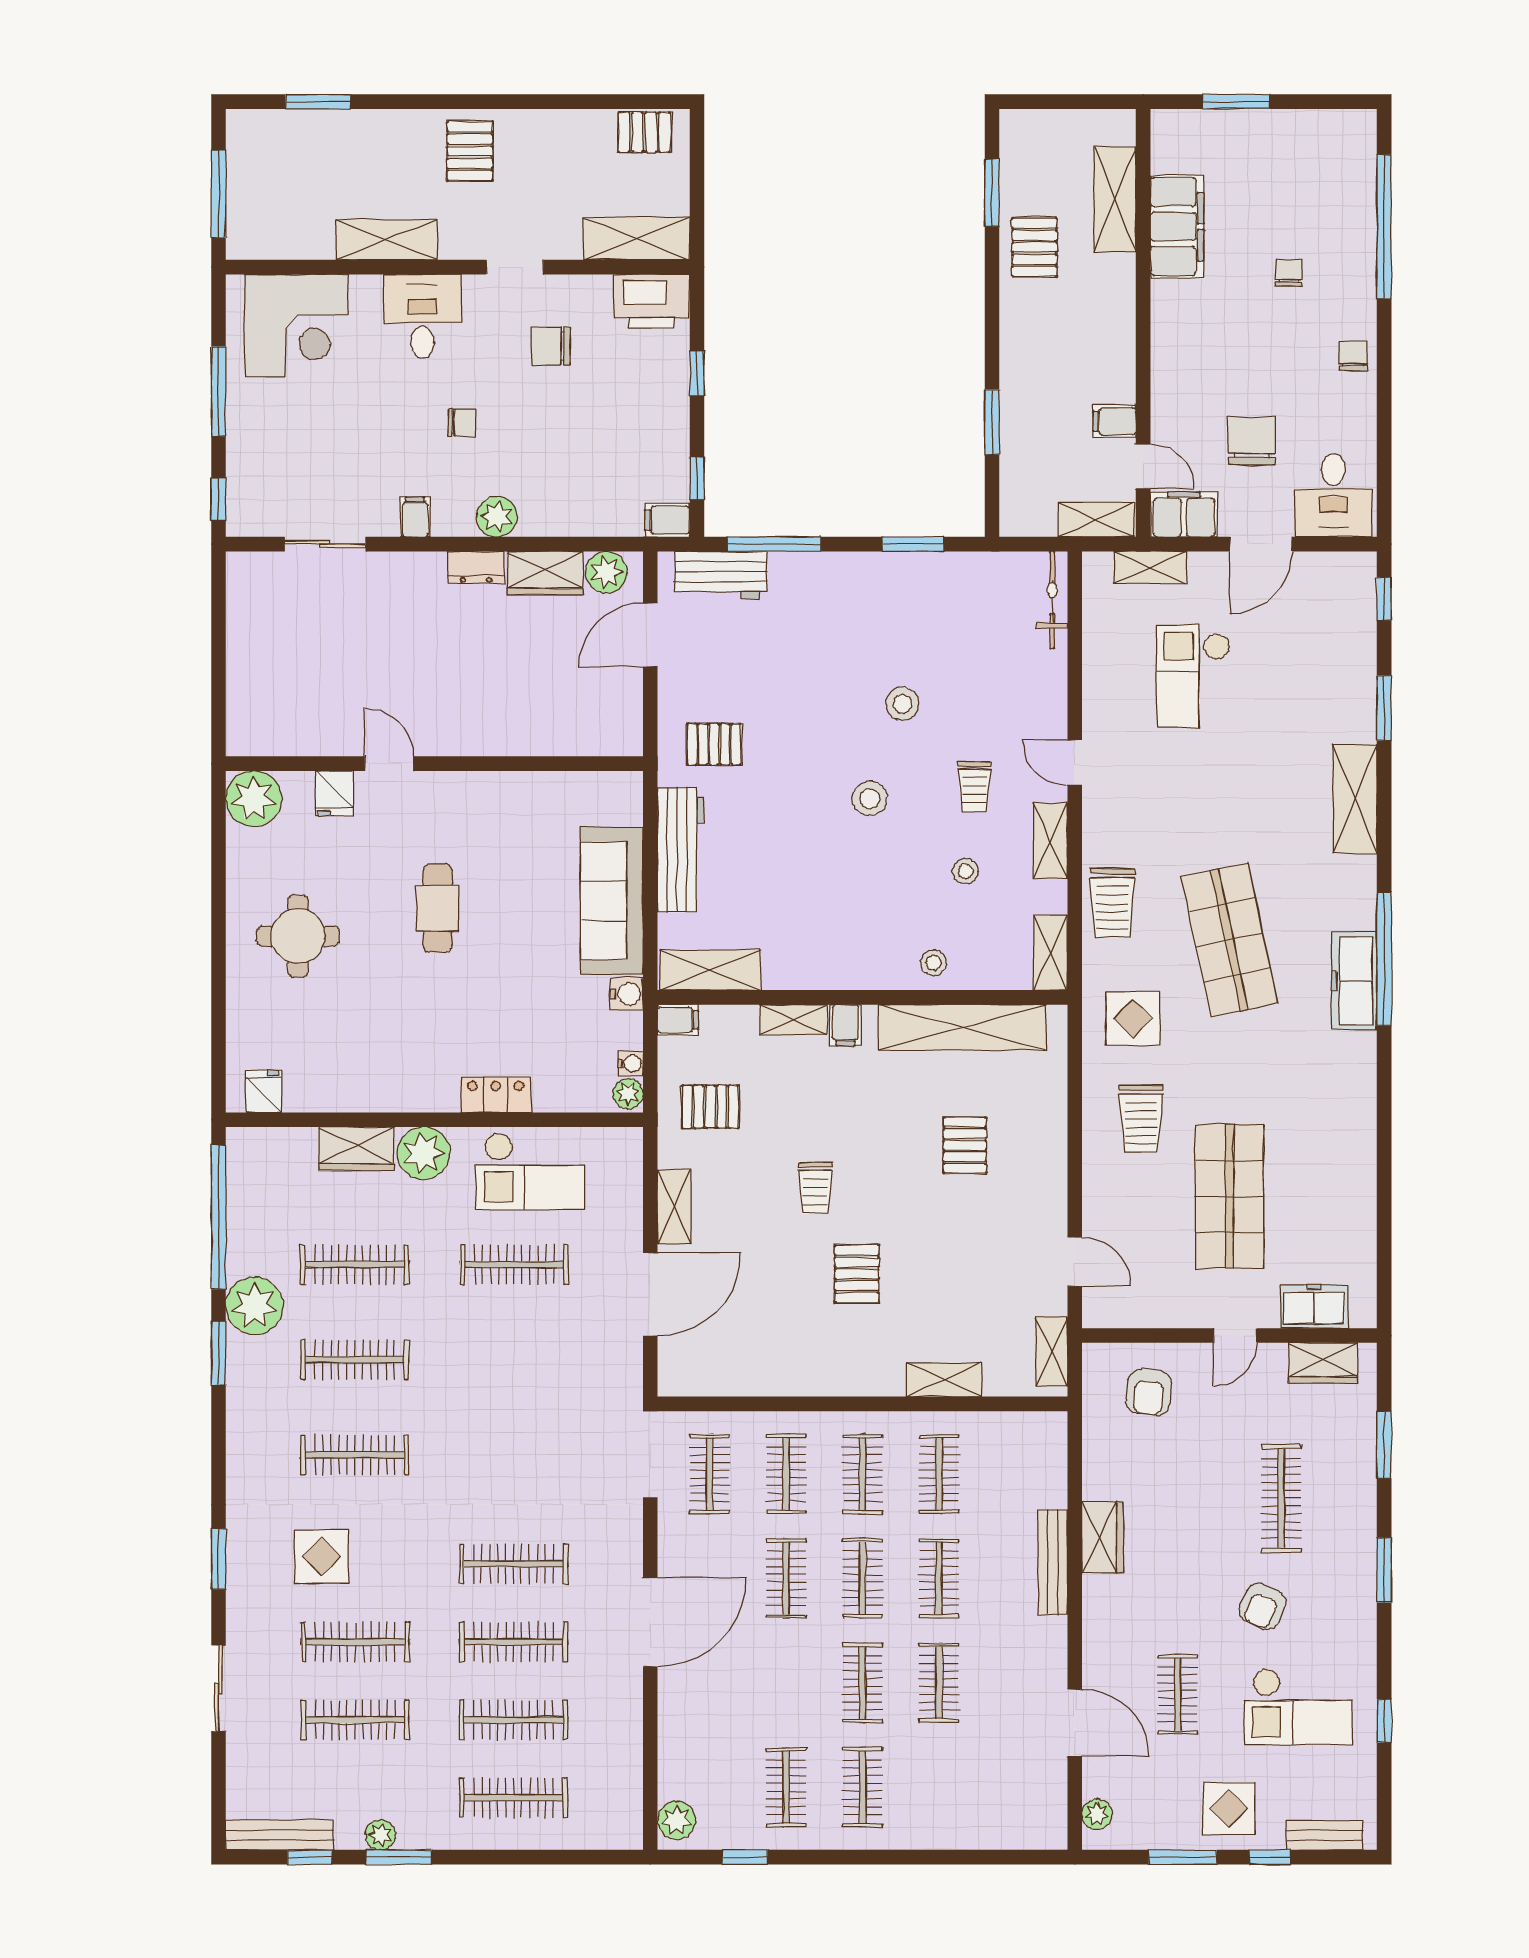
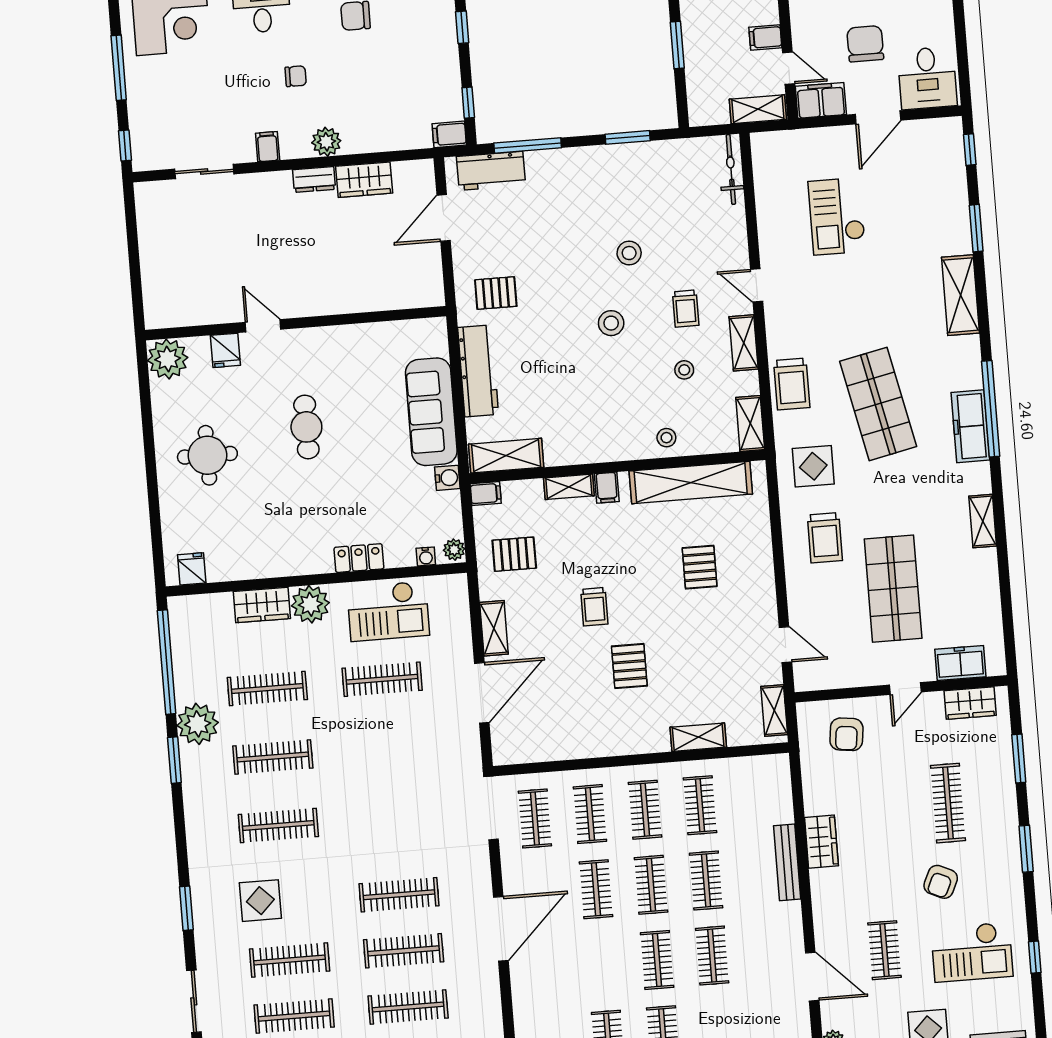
shelving: (1150, 568) -> (983, 521), moved, turned 90
plant: (606, 572) -> (408, 175), removed
water cooler: (631, 1063) -> (426, 556), moved, turned 90

